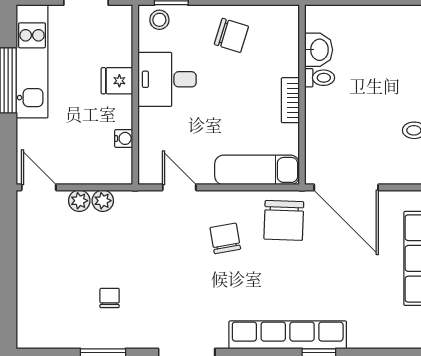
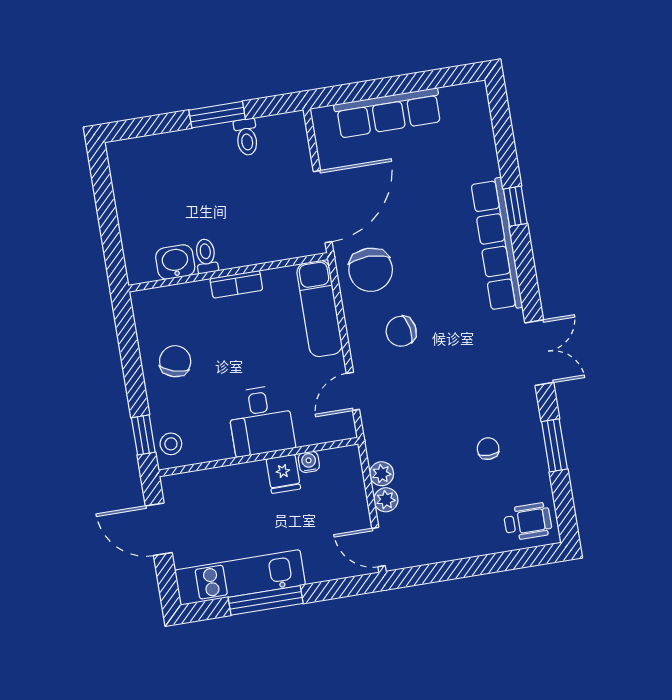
desk: (167, 79) -> (261, 421), moved
fridge: (117, 81) -> (283, 474), moved
door: (39, 187) -> (378, 547), hinge flipped
chair: (284, 220) -> (371, 270), turned 88
chair: (110, 298) -> (488, 449), turned 90
wheelchair: (40, 322) -> (528, 522), added

